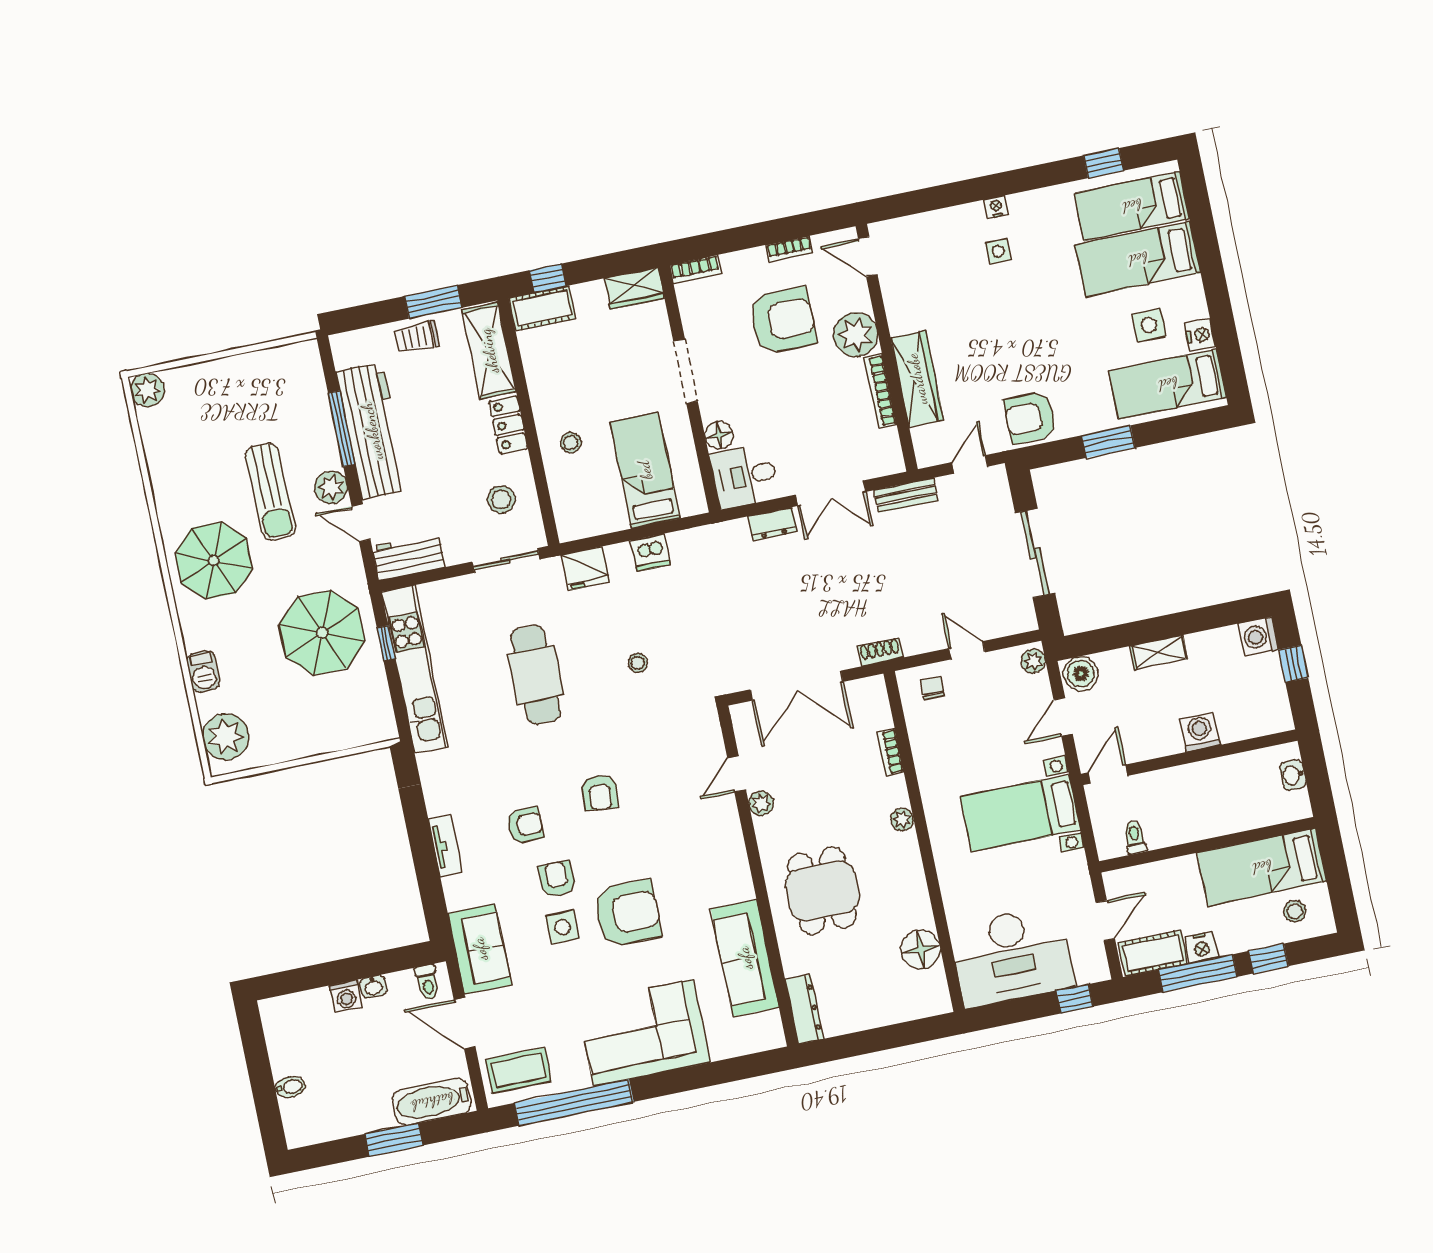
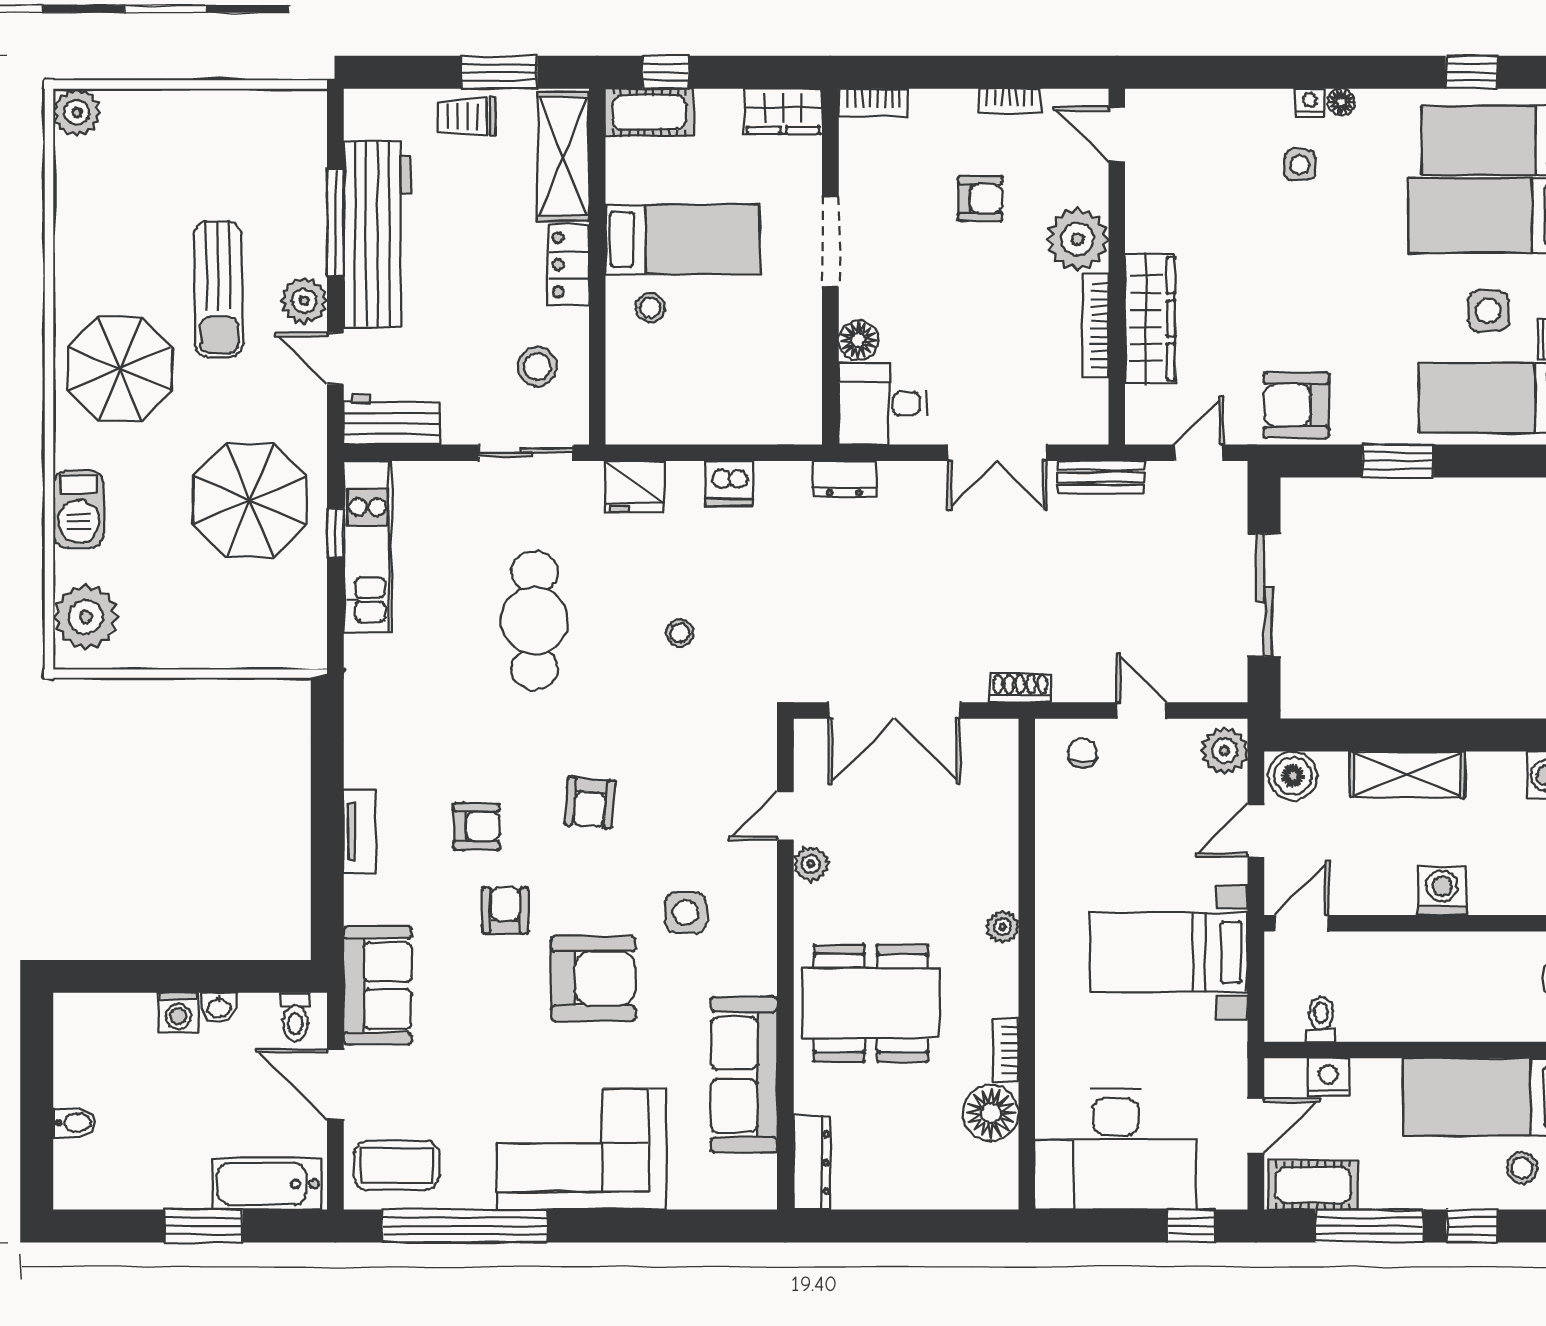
floor lamp: (1018, 202) -> (1341, 102), added
armchair: (783, 320) -> (980, 199), width x0.53, depth x0.53
bed: (645, 470) -> (682, 239), moved, turned 90
dresser: (772, 524) -> (844, 479), moved
shelving: (1159, 652) -> (1407, 774), width x1.50, depth x1.33
plant: (1033, 661) -> (1224, 751), width x1.38, depth x1.38
kitchen unit: (415, 669) -> (368, 547), width x0.73
barbecue: (203, 671) -> (79, 509), width x1.38, depth x1.27
bookcase: (891, 752) -> (1006, 1050), moved
dining table: (822, 891) -> (871, 1003), width x1.38
side table: (562, 927) -> (686, 912), moved
nightstand: (1201, 947) -> (1328, 1077), moved, turned 180

